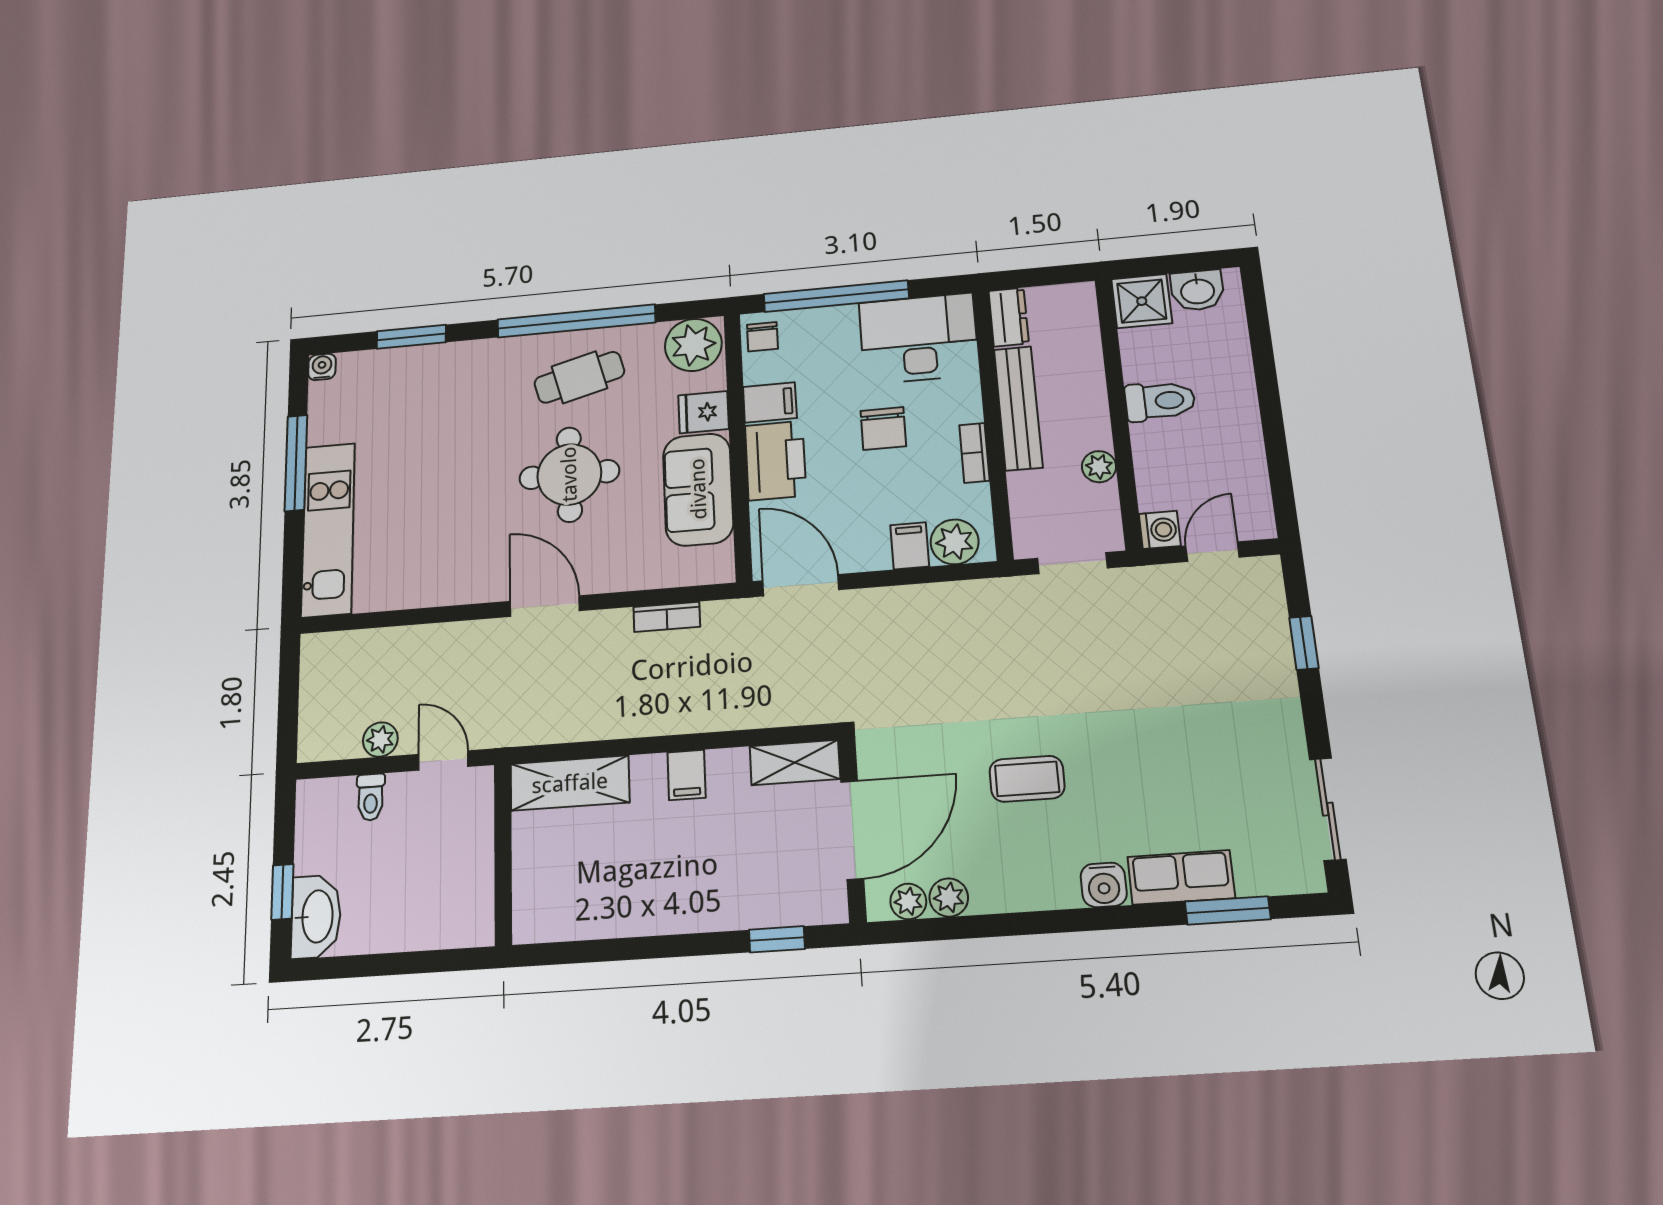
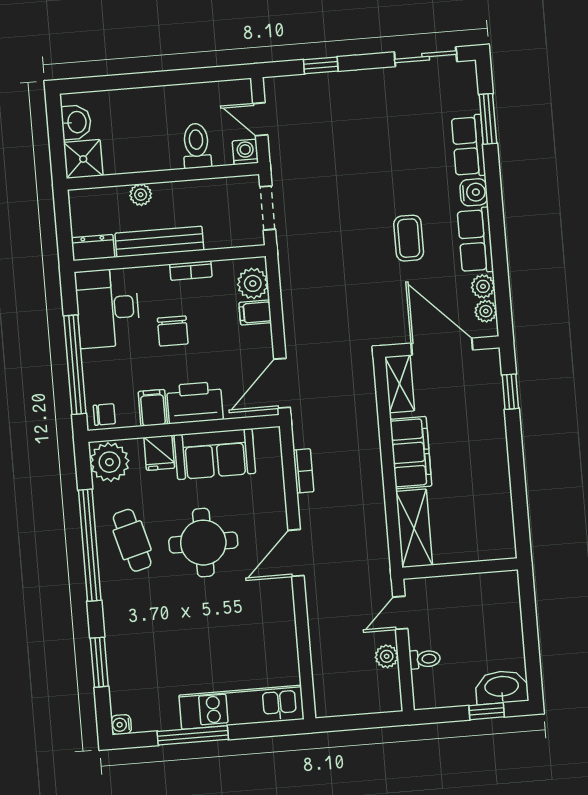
toilet: (1160, 401) -> (197, 146), moved
chair: (883, 429) -> (173, 331), turned 90
plant: (1099, 467) -> (141, 195), moved
filing cabinet: (687, 775) -> (411, 453), width x3.00, depth x1.17
row of seats: (1024, 886) -> (475, 240), added

